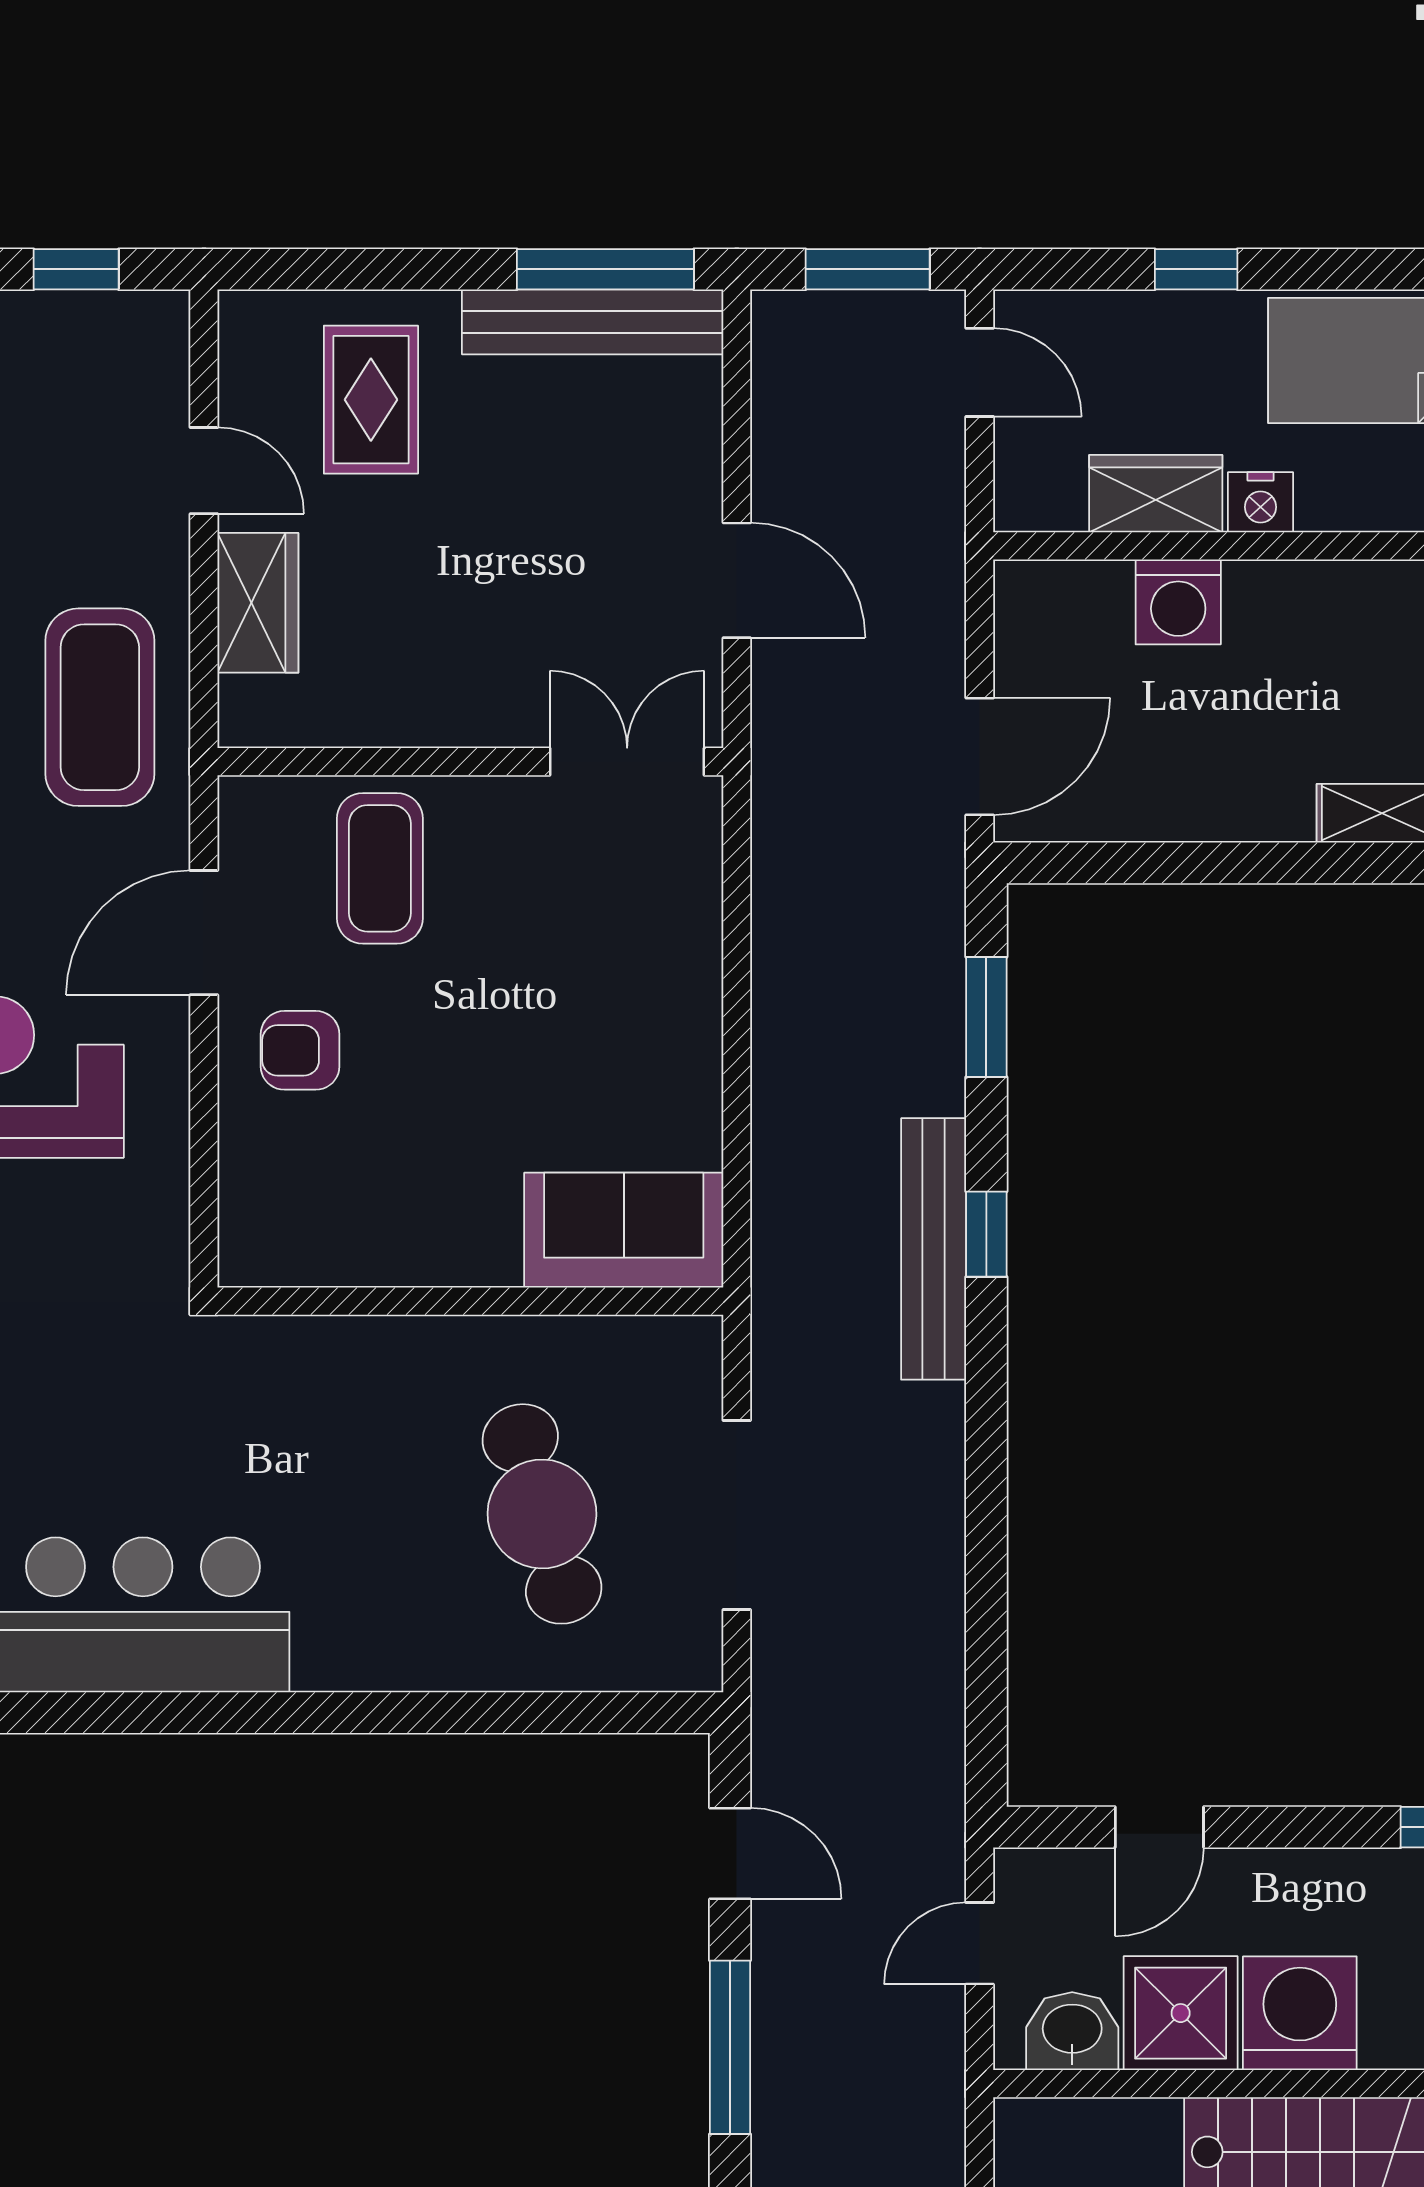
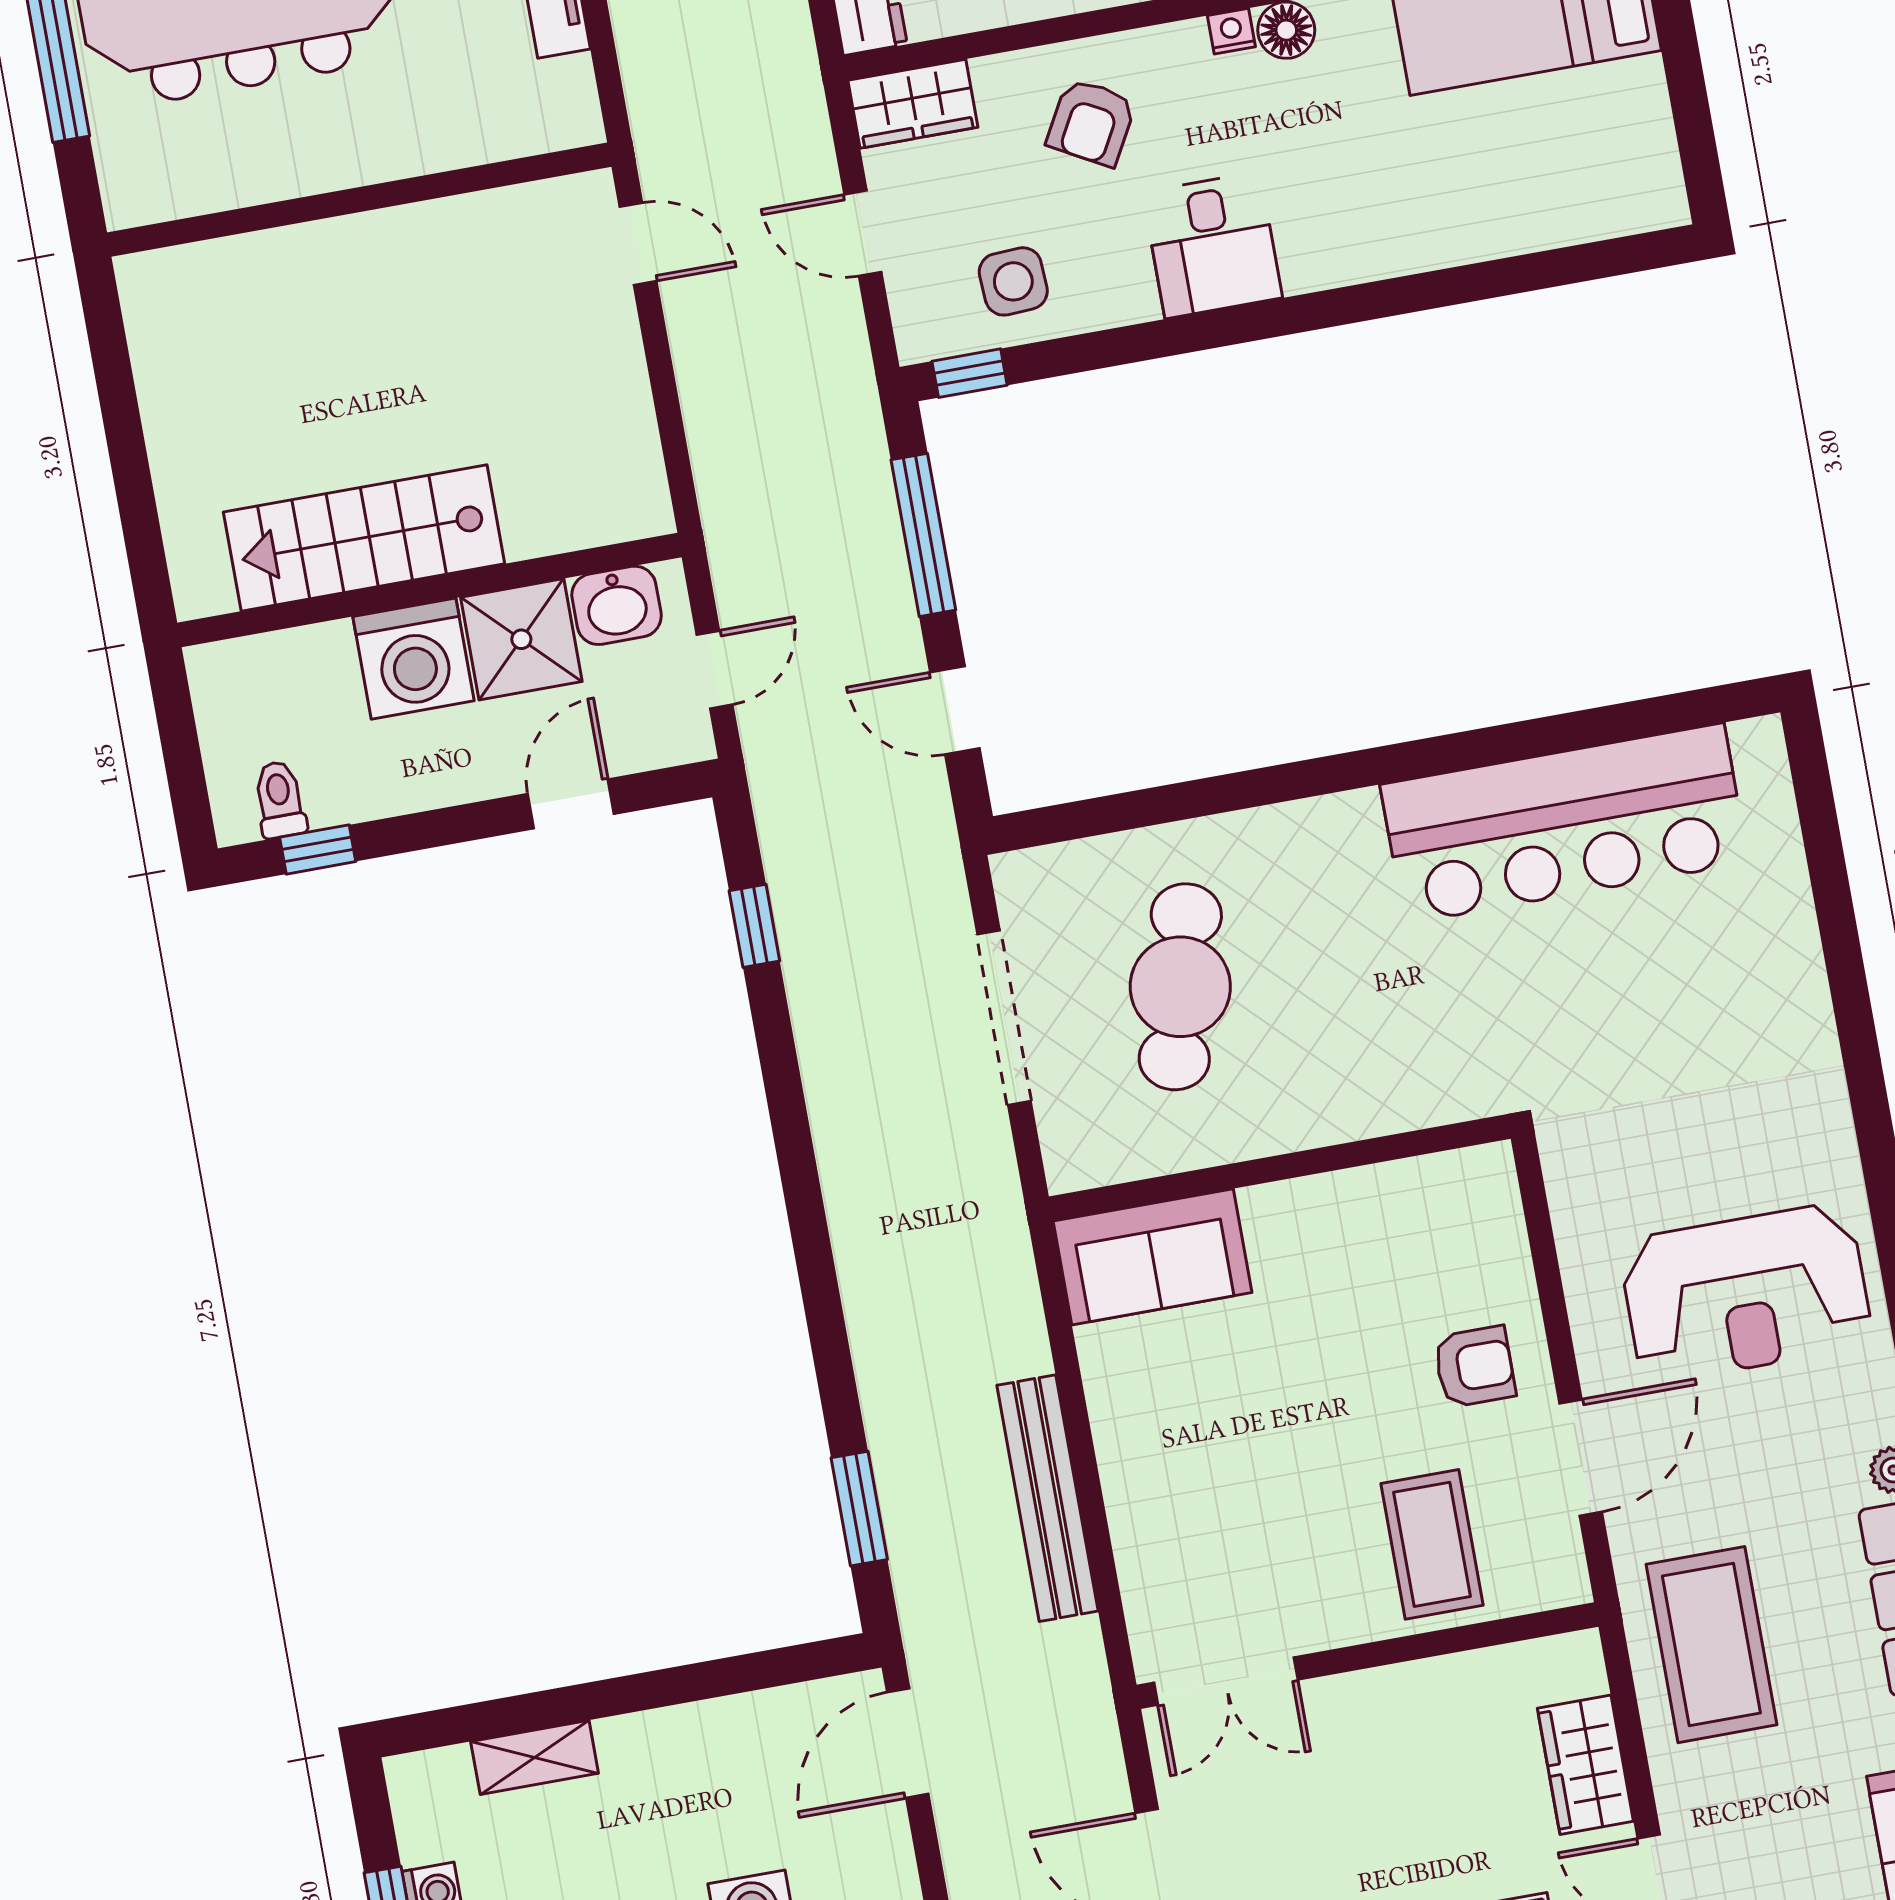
window: (986, 1234) -> (754, 926), moved
bench: (934, 1249) -> (1047, 1498), moved
cafe table: (542, 1514) -> (1180, 987), turned 31

